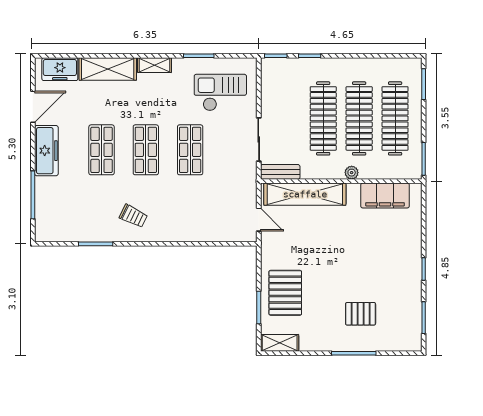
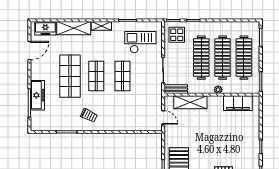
display table: (282, 80) -> (177, 35), added
shop shelf: (102, 150) -> (70, 76), width x1.43, depth x1.36
freezer: (46, 151) -> (37, 95), moved
shelving: (305, 194) -> (190, 102), width x0.68

